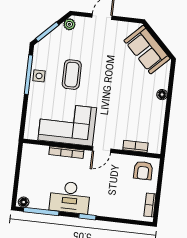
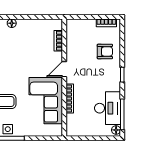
door: (102, 150) -> (64, 69), swing flipped
armchair: (143, 171) -> (105, 51), moved
desk: (70, 197) -> (108, 108), moved

